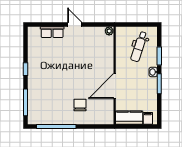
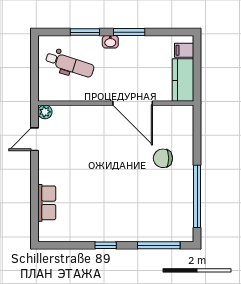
door: (75, 24) -> (35, 139), moved

